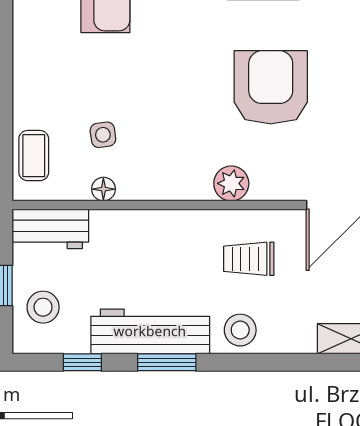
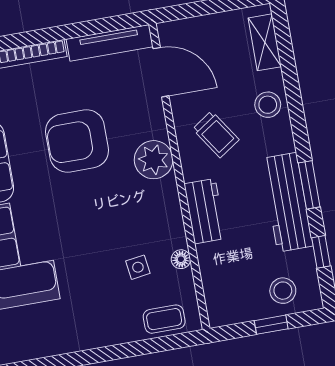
plant: (231, 183) -> (154, 160), width x1.36, depth x1.36
workbench: (50, 229) -> (205, 211), moved
trolley: (249, 259) -> (216, 134), turned -34
stool: (240, 330) -> (268, 105), moved

